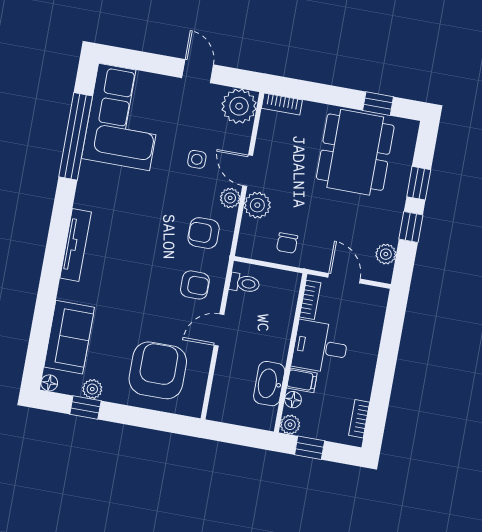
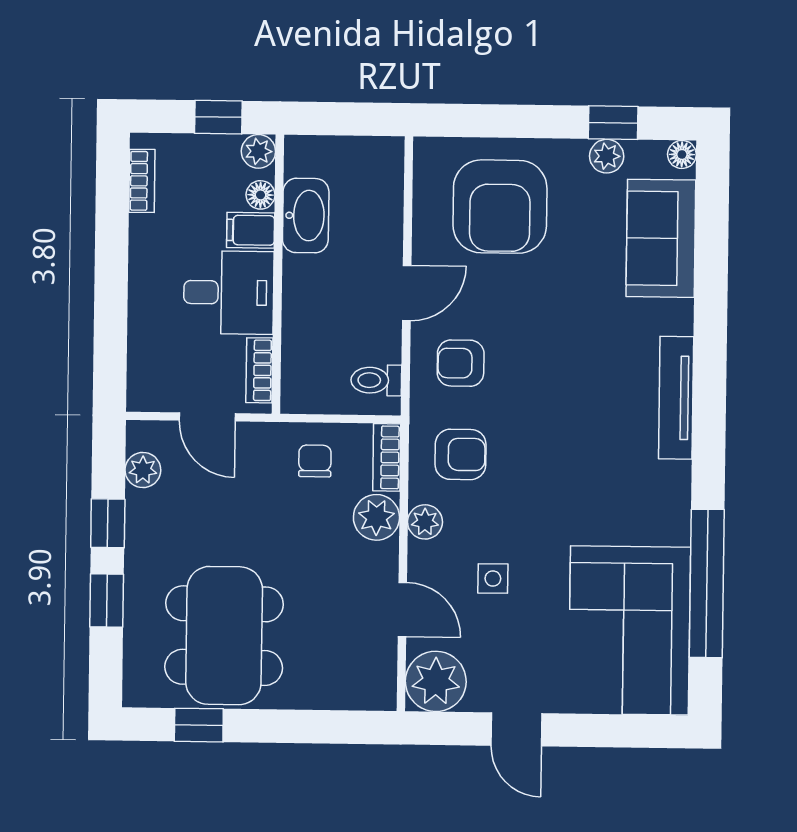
bookcase: (282, 104) -> (387, 457), moved, turned -90
door: (248, 171) -> (402, 609), moved

